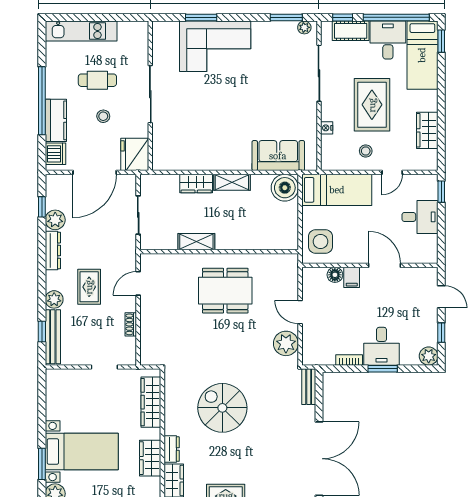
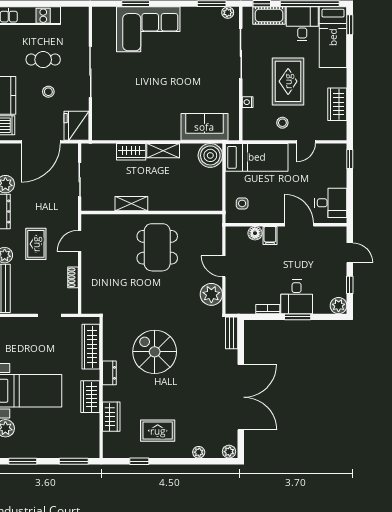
desk: (420, 217) -> (331, 203), moved
side table: (320, 242) -> (242, 203), width x0.54, depth x0.54
dining table: (225, 291) -> (157, 247), turned 90
dresser: (172, 449) -> (109, 373), moved

